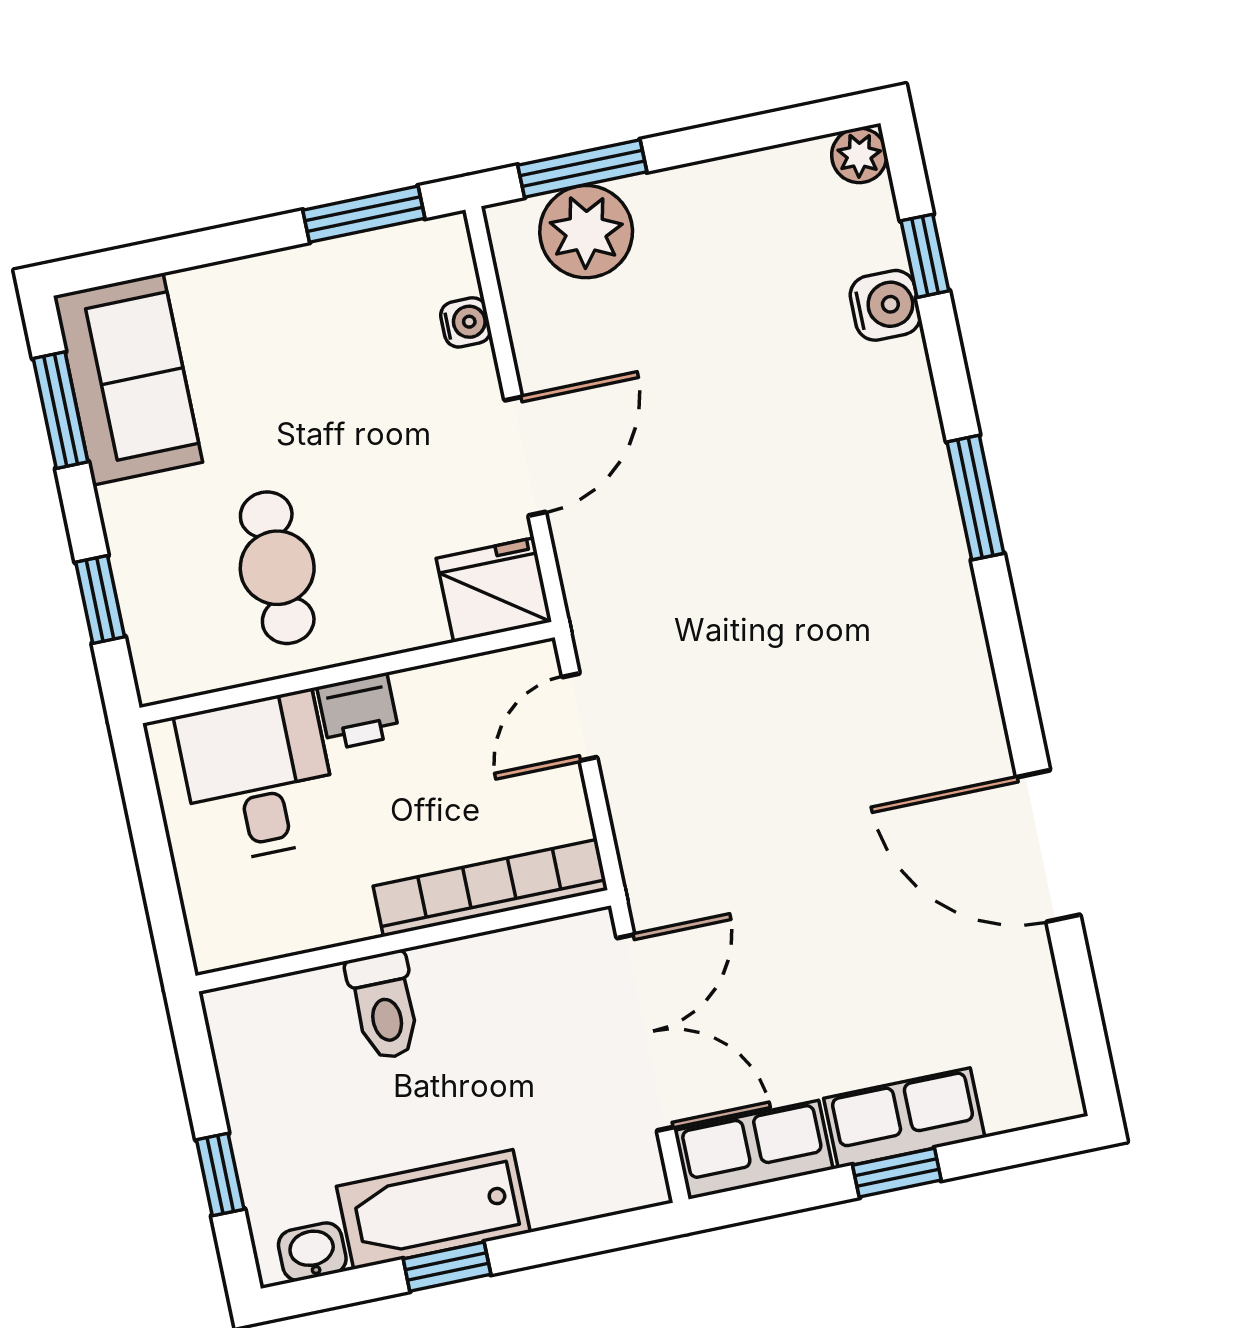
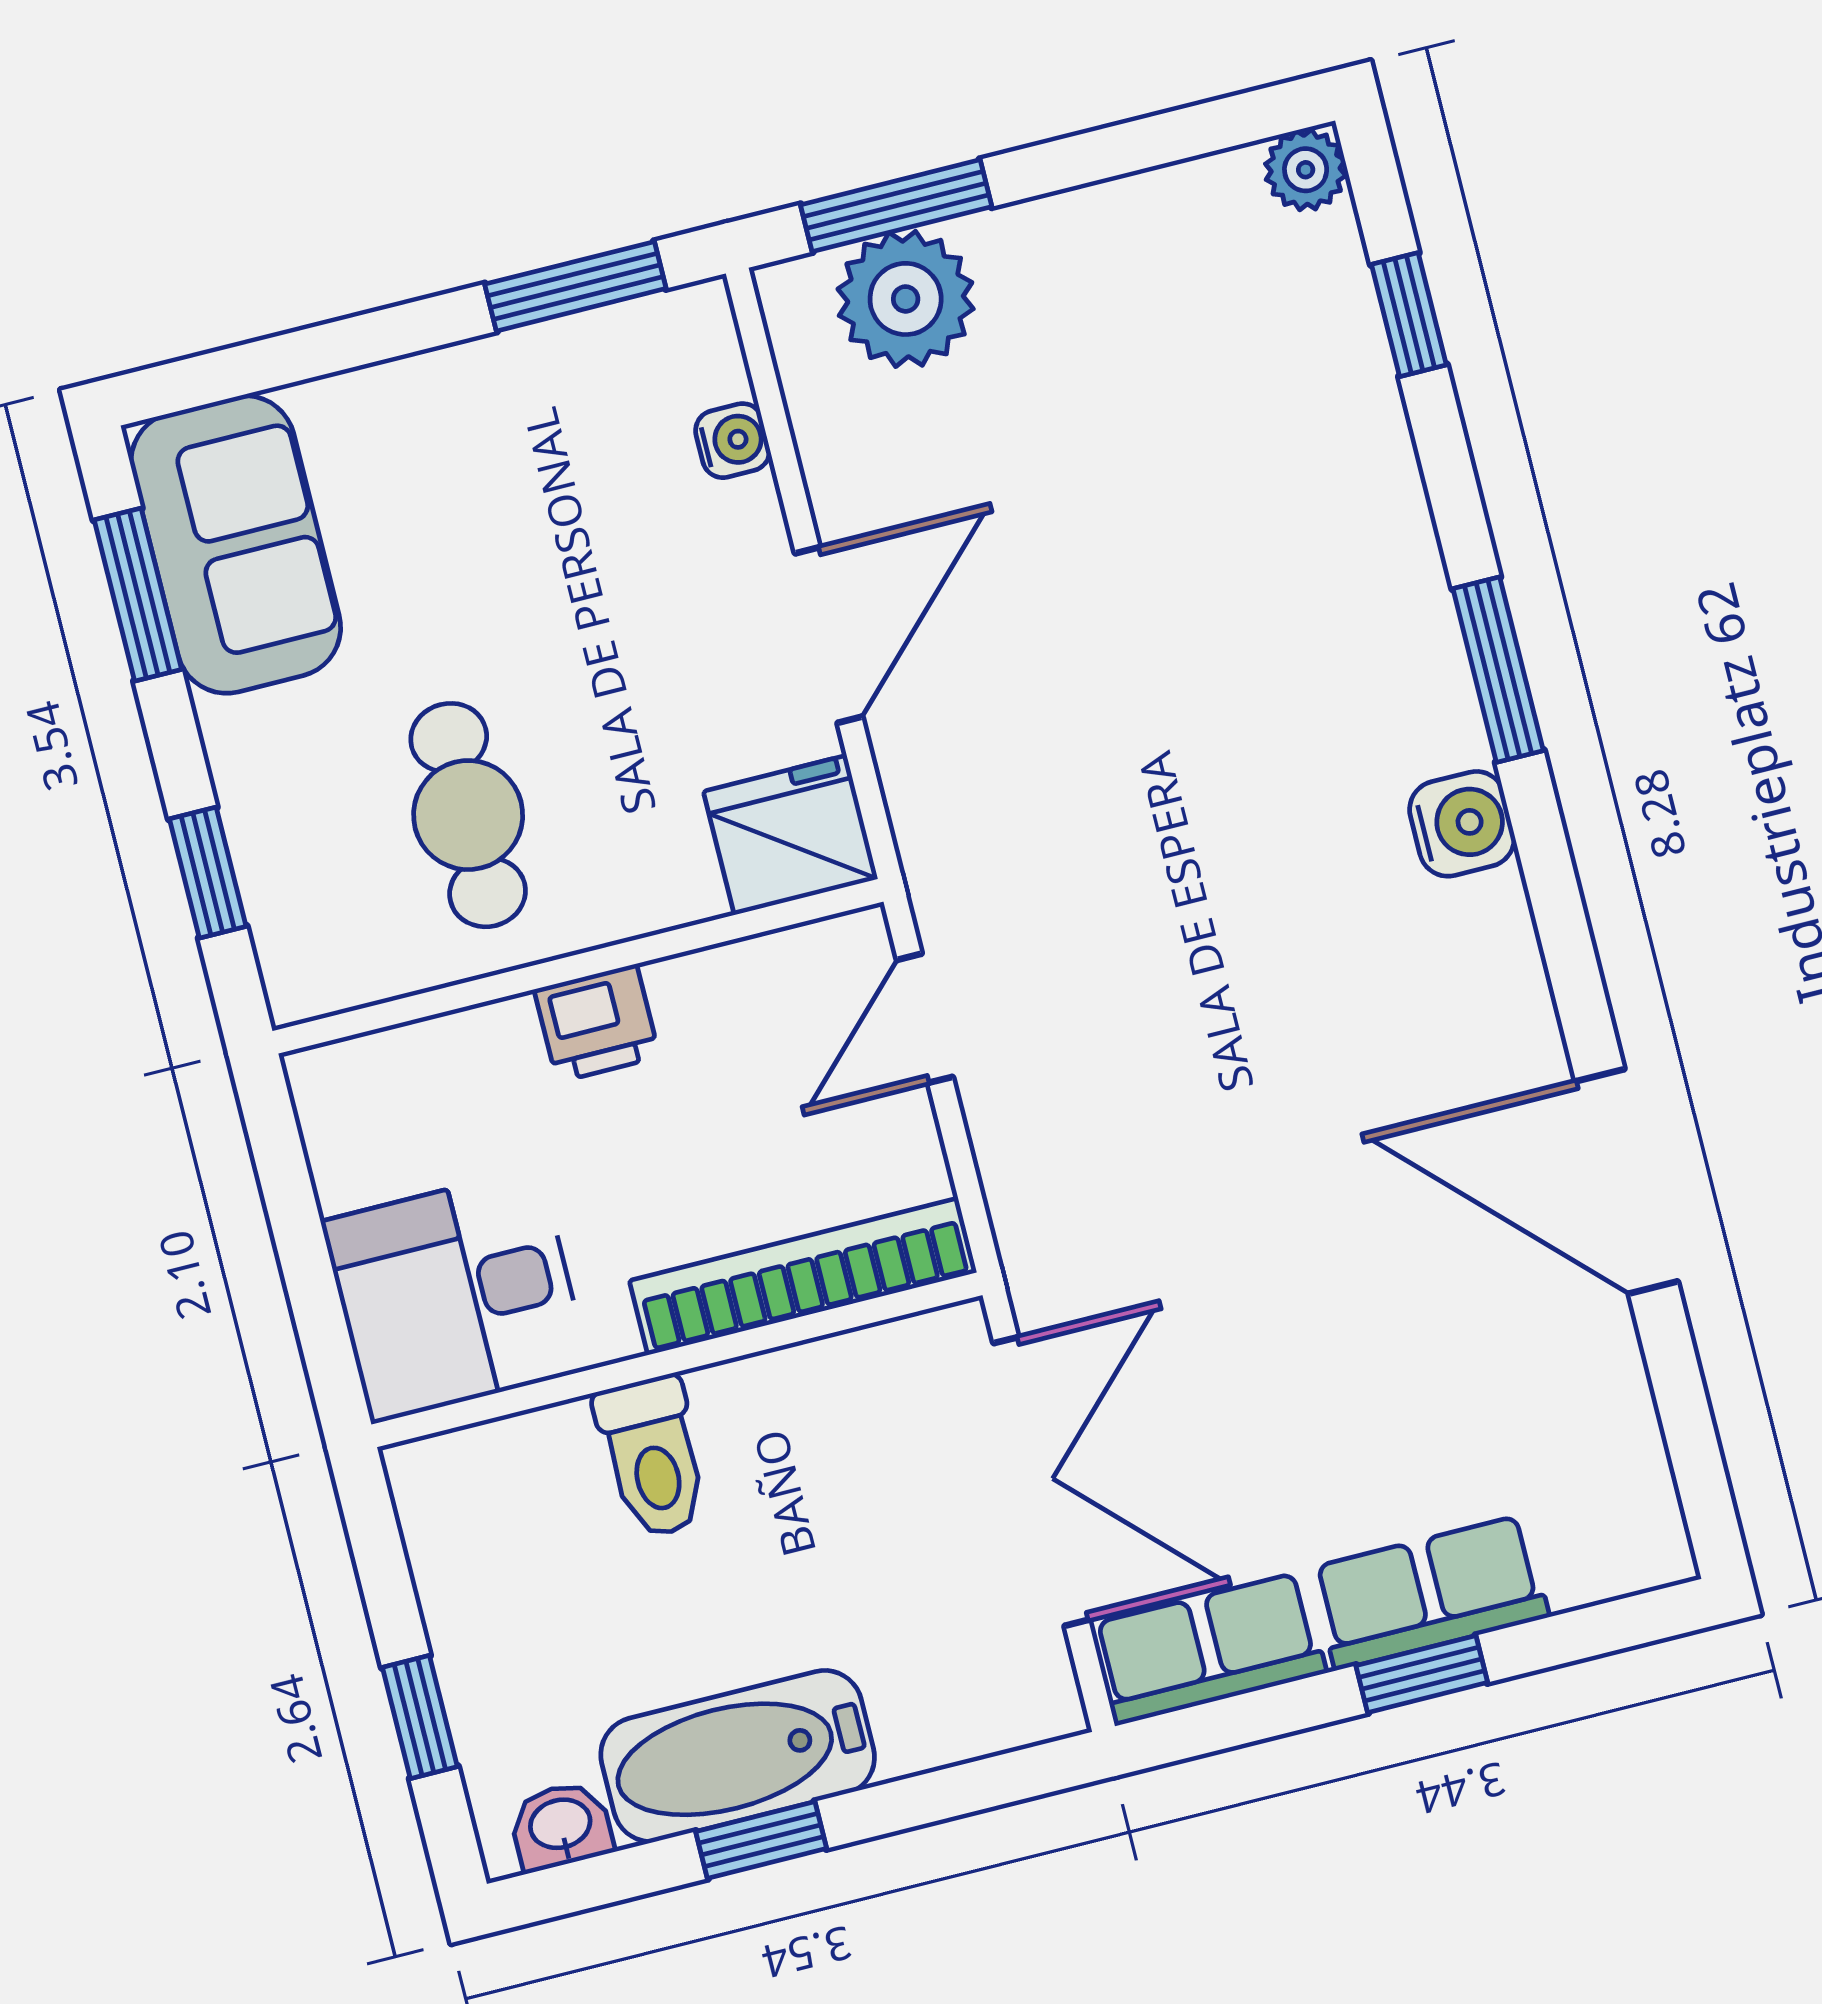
water cooler: (885, 305) -> (1462, 824), moved
desk: (258, 777) -> (455, 1295), moved, turned -90

